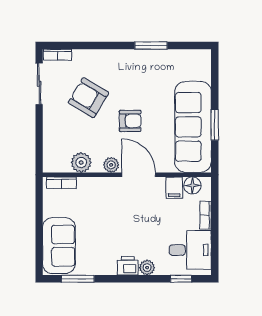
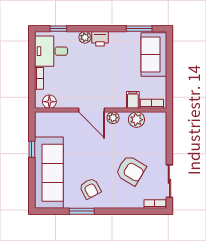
armchair: (130, 121) -> (90, 189), moved, turned -118
window: (215, 125) -> (32, 149), width x0.67
sofa: (193, 127) -> (49, 173), moved
filing cabinet: (174, 188) -> (133, 100), moved

